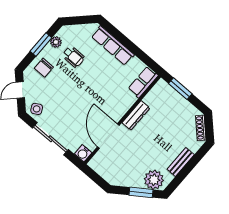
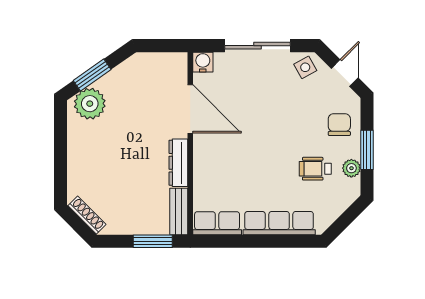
row of seats: (143, 82) -> (217, 223), moved, turned -90
bench: (181, 162) -> (179, 212), moved

